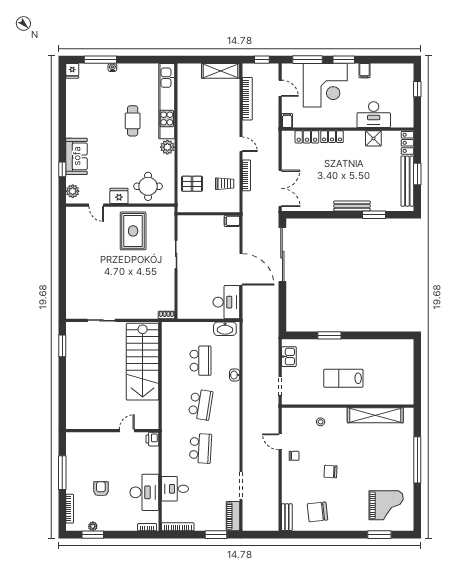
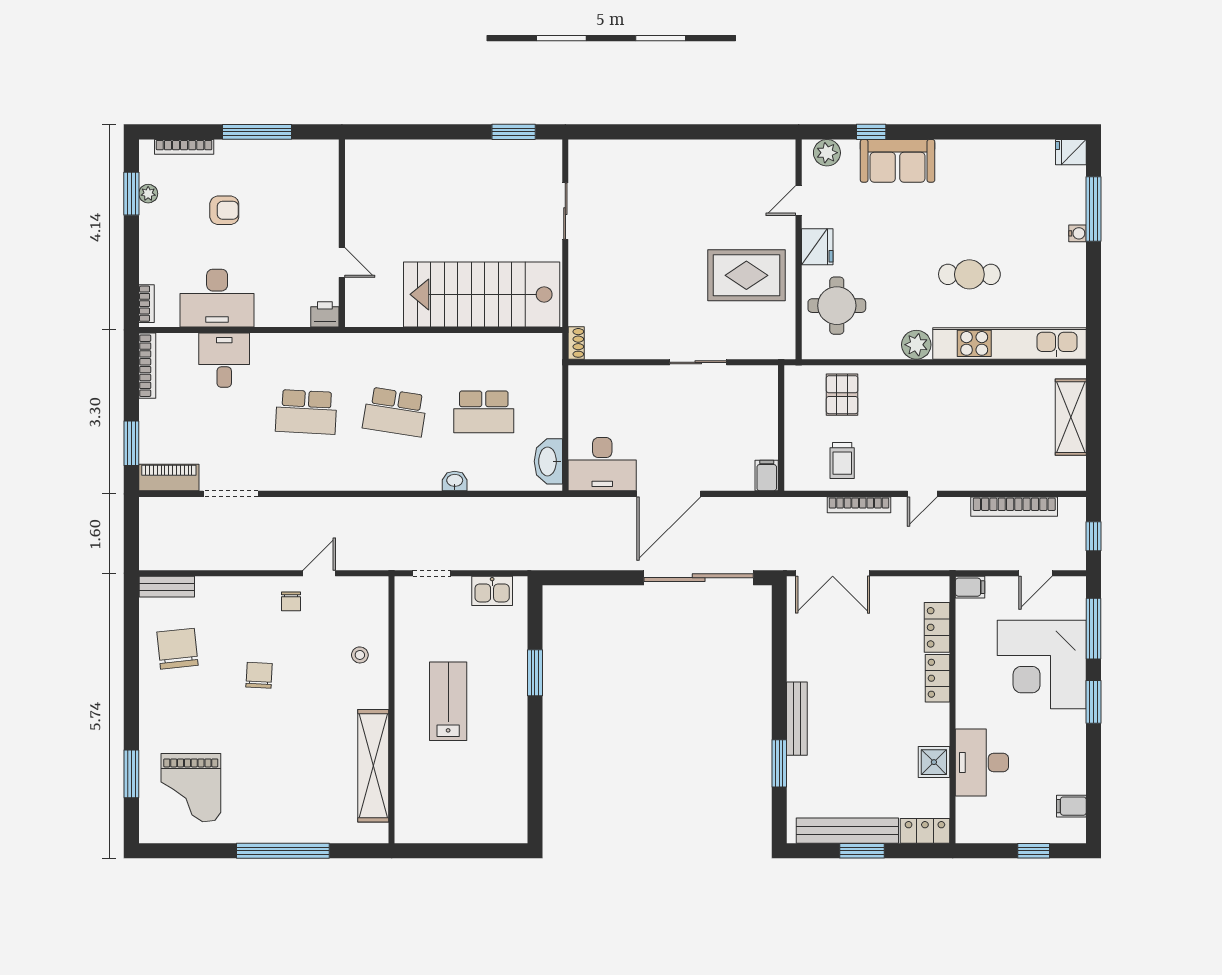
shelving: (221, 71) -> (1071, 417), moved
filing cabinet: (365, 71) -> (1071, 806), moved

